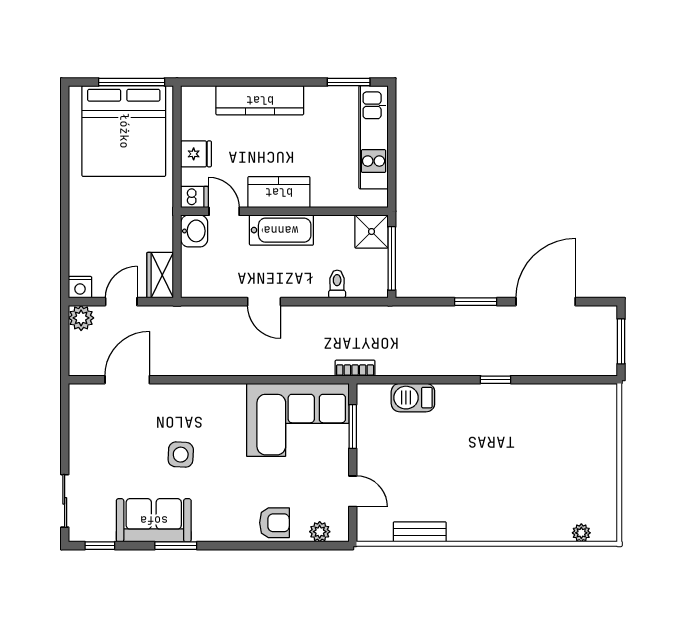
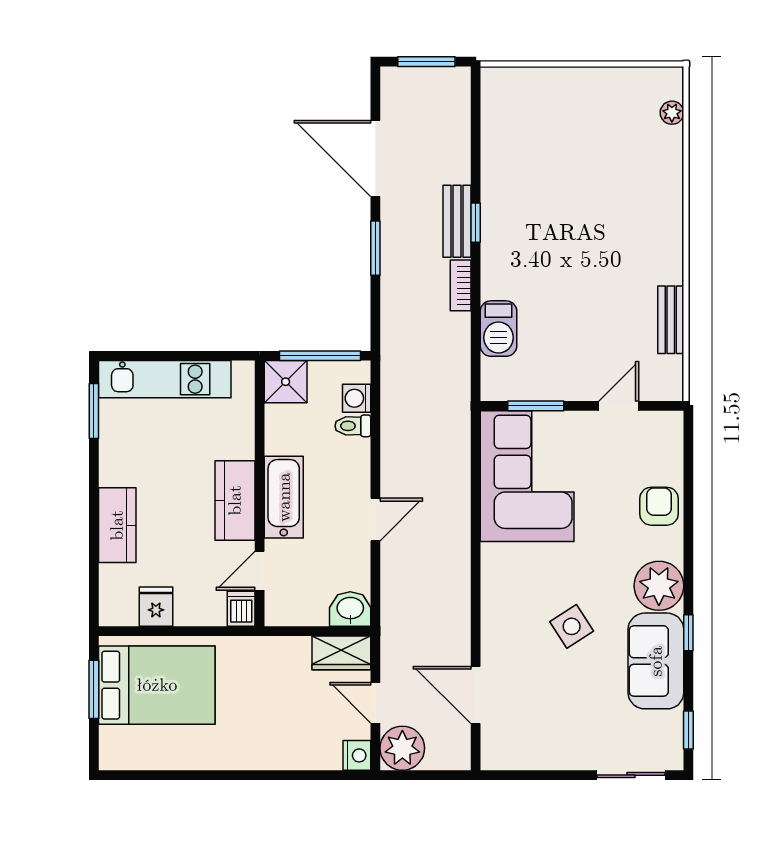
window: (132, 82) -> (94, 689), width x0.69
kitchen counter: (260, 100) -> (117, 525), width x0.67
bed: (124, 131) -> (157, 685), width x0.73
fridge: (196, 154) -> (156, 607), moved
washbasin: (194, 231) -> (350, 609), moved
washing machine: (359, 287) -> (357, 398), added
plant: (81, 318) -> (402, 748), width x1.36, depth x1.36
bench: (497, 365) -> (457, 221), added
bookcase: (355, 368) -> (461, 285), moved
side table: (181, 455) -> (572, 626), turned -36
plant: (320, 532) -> (659, 586), moved, width x1.87, depth x1.87
window: (176, 546) -> (688, 633), width x0.67

